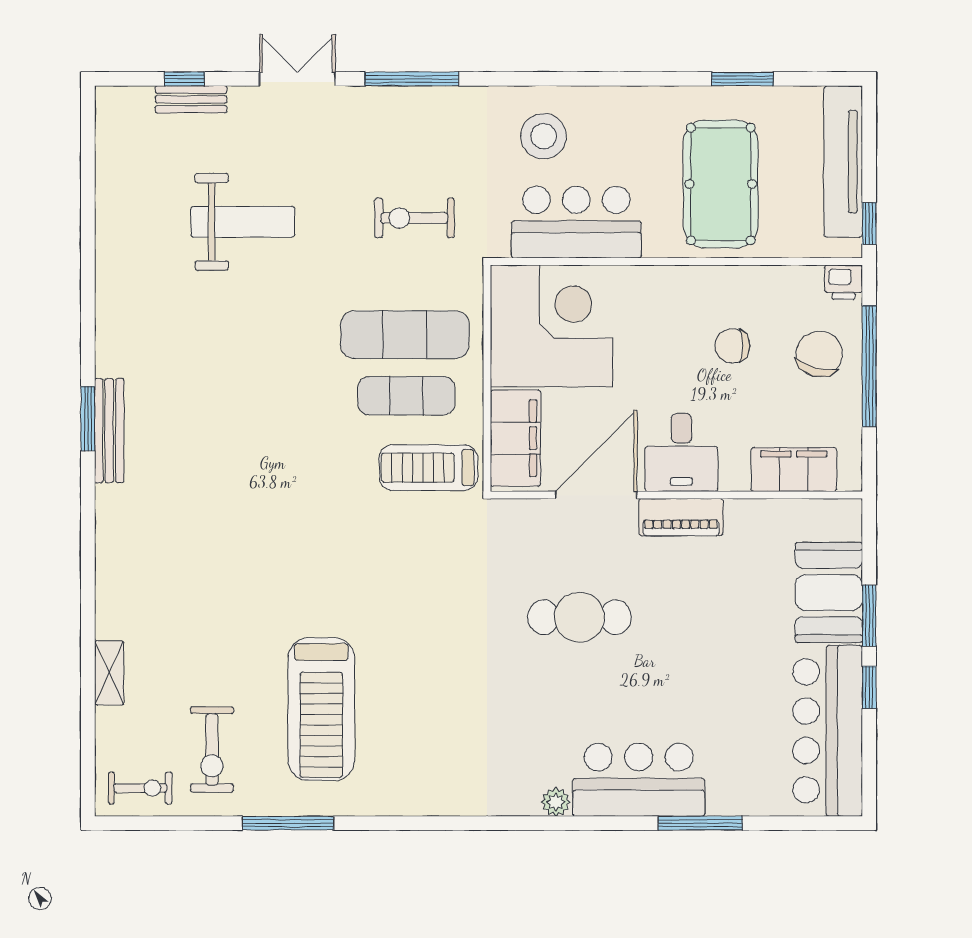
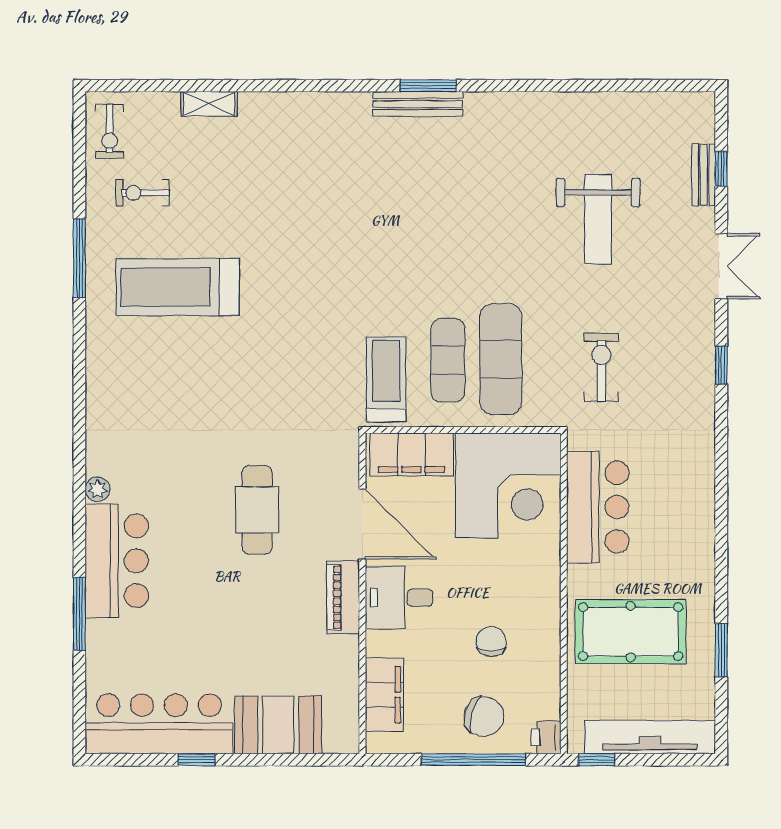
window: (412, 79) -> (721, 365), width x0.46
stool: (544, 136) -> (672, 479), removed
window: (869, 616) -> (258, 760), removed
exercise bike: (212, 749) -> (143, 193), width x0.73, depth x0.72

